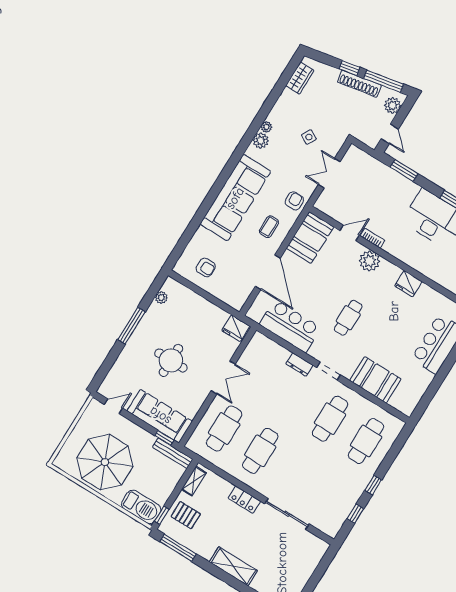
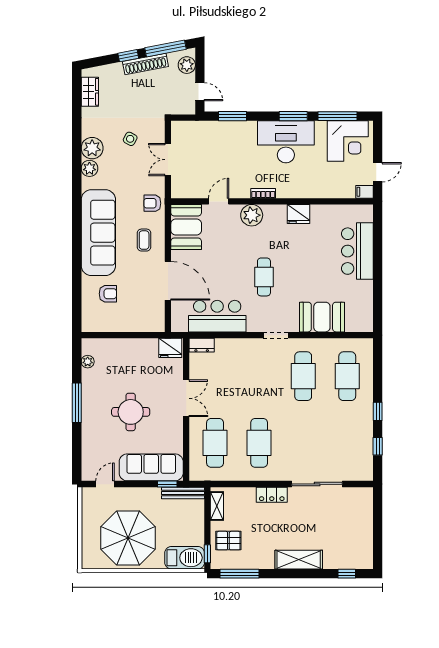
plant: (266, 127) -> (92, 148), width x1.88, depth x1.88
armchair: (294, 201) -> (152, 203), turned -90
bookcase: (372, 238) -> (263, 193), moved
armchair: (206, 267) -> (108, 294), moved
dresser: (299, 365) -> (202, 345), moved

